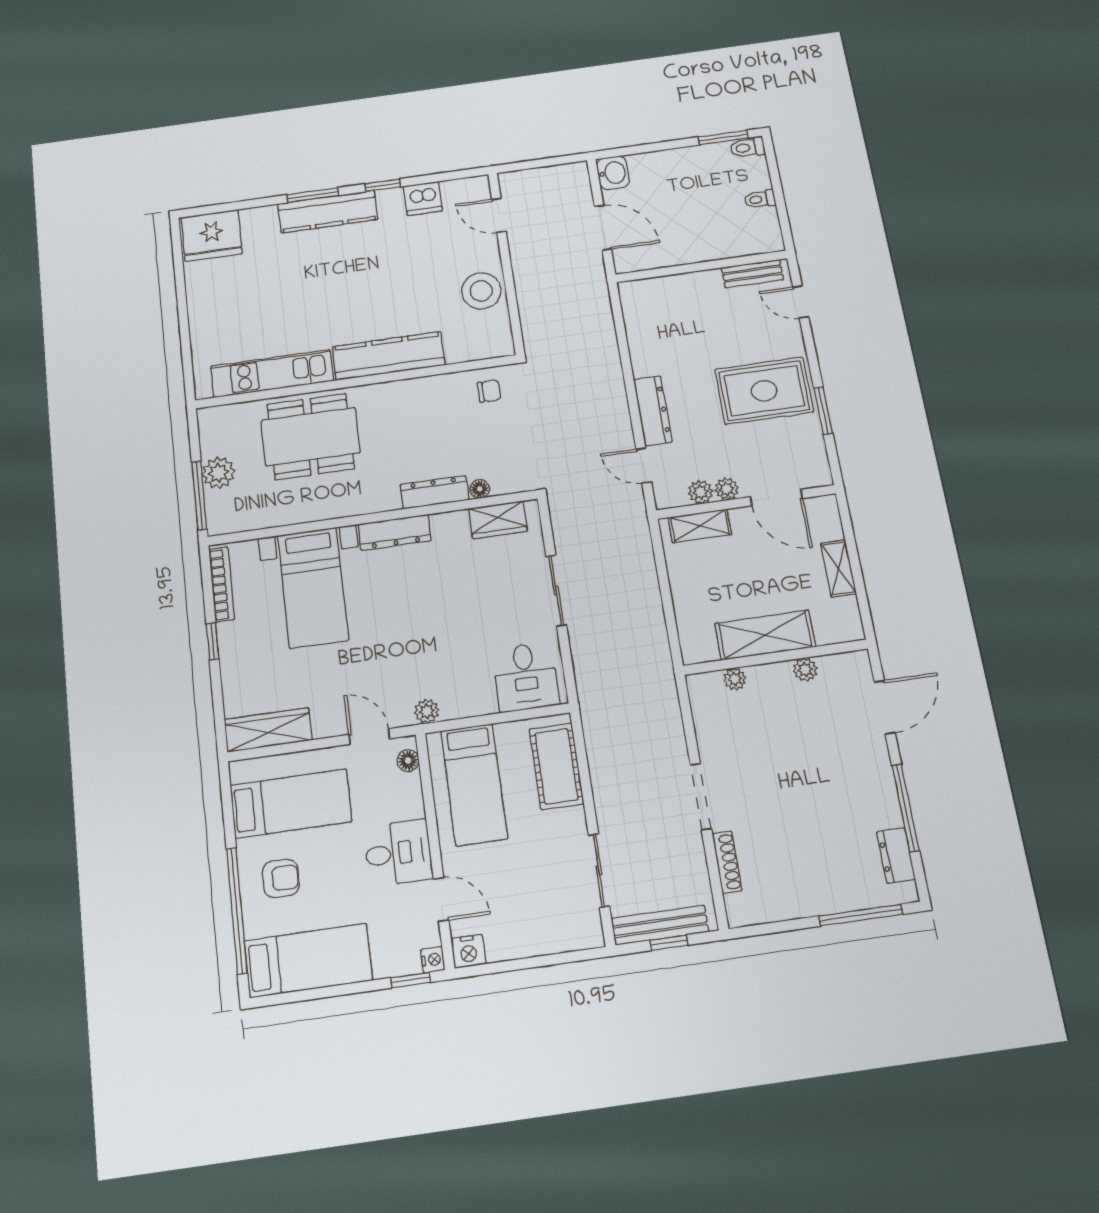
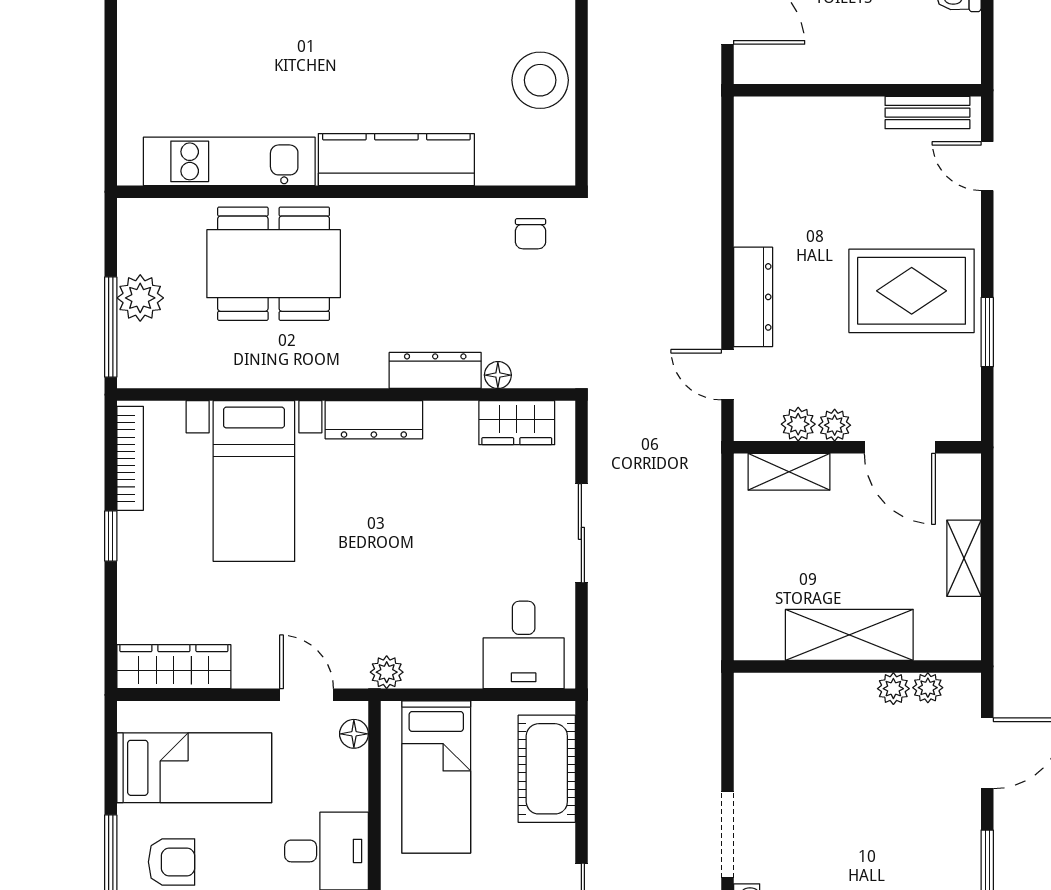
chair: (489, 391) -> (531, 234), turned 90
plant: (735, 679) -> (928, 688), moved

